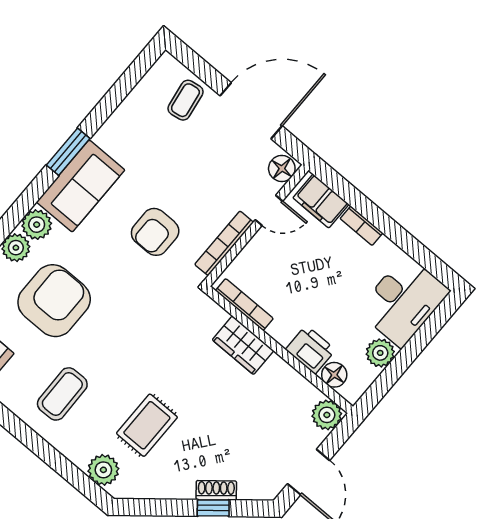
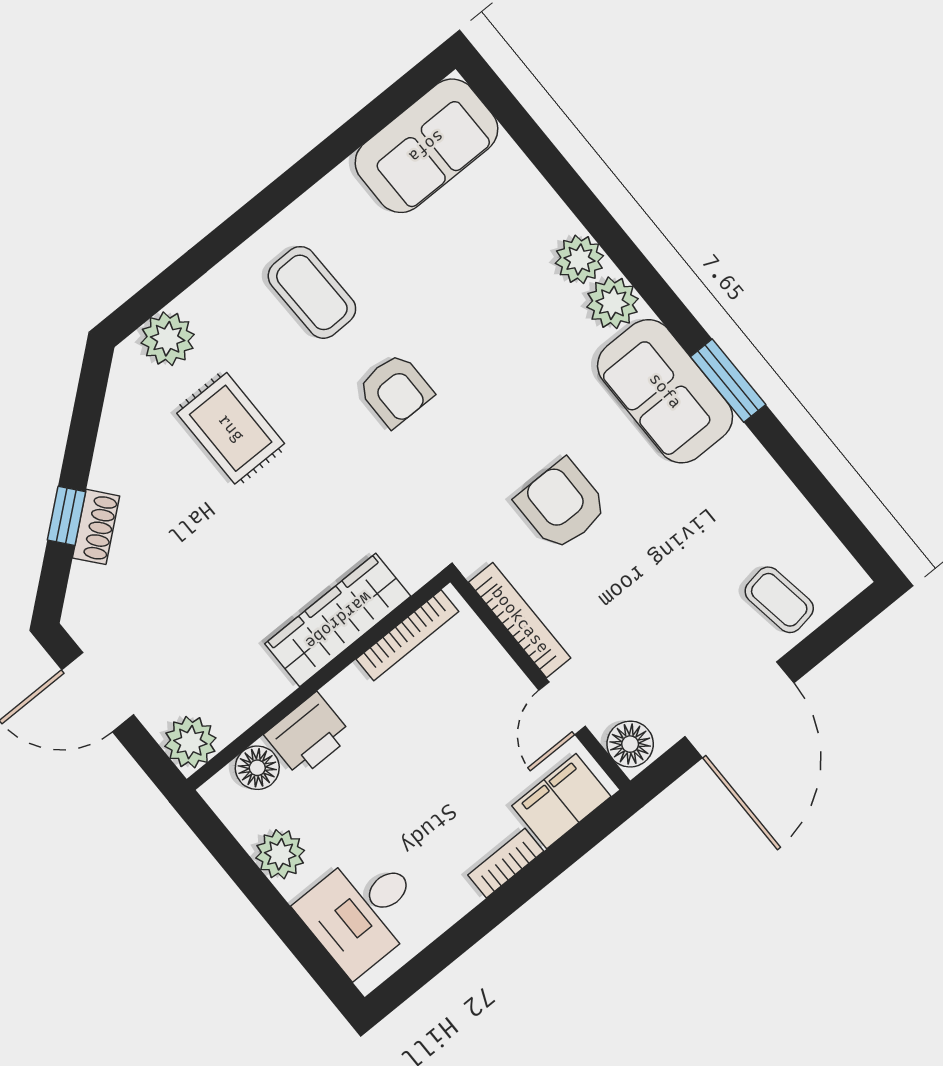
armchair: (54, 301) -> (395, 390), moved, width x0.53, depth x0.53
desk: (403, 301) -> (362, 911), width x0.73
wardrobe: (243, 345) -> (338, 620), width x1.50

